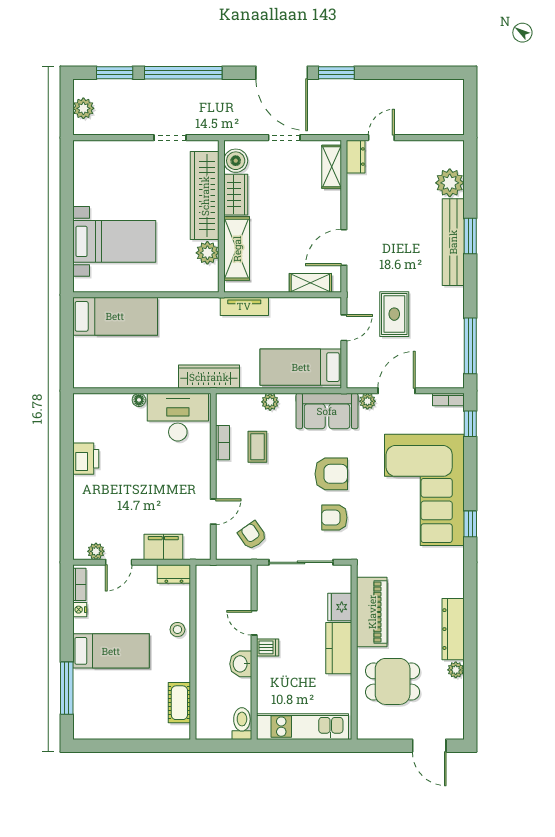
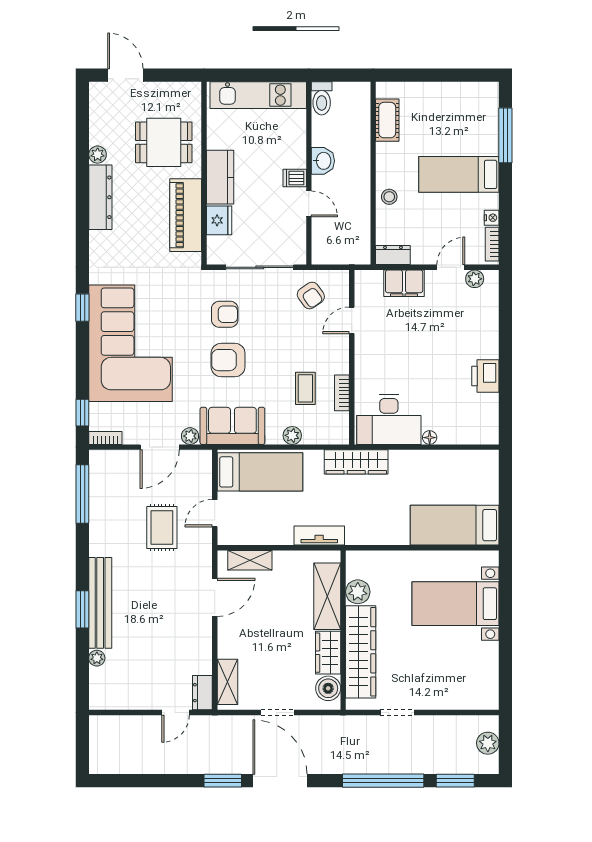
plant: (450, 183) -> (97, 658), width x0.53, depth x0.53

